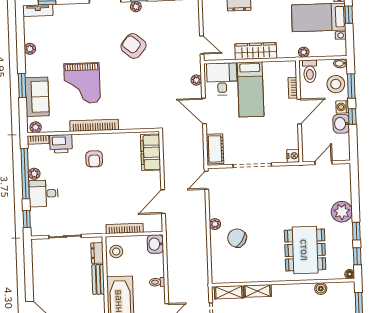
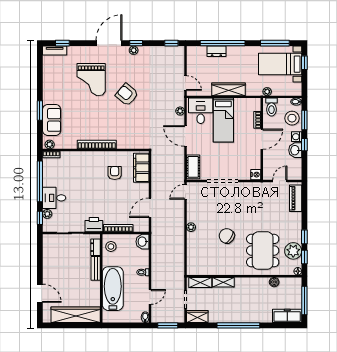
armchair: (133, 46) -> (127, 95), moved
plant: (30, 49) -> (47, 81), removed
grand piano: (82, 83) -> (91, 80), moved
printer: (61, 144) -> (94, 225), moved, turned 180
armchair: (94, 159) -> (115, 173), moved, turned 180
plant: (34, 174) -> (47, 214), moved
piano: (344, 184) -> (296, 198), added
plant: (342, 212) -> (293, 251), moved
chair: (237, 238) -> (227, 236), moved

